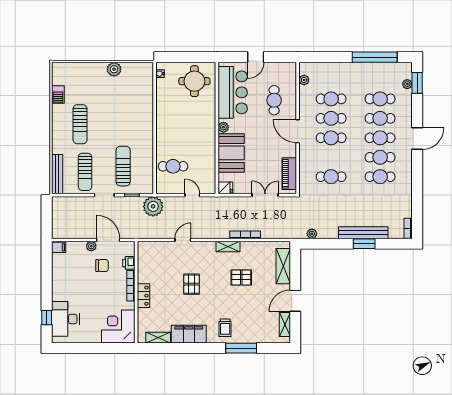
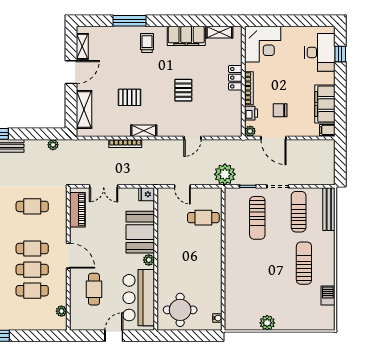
plant: (91, 246) -> (250, 131), moved
filing cabinet: (61, 271) -> (325, 104), added

